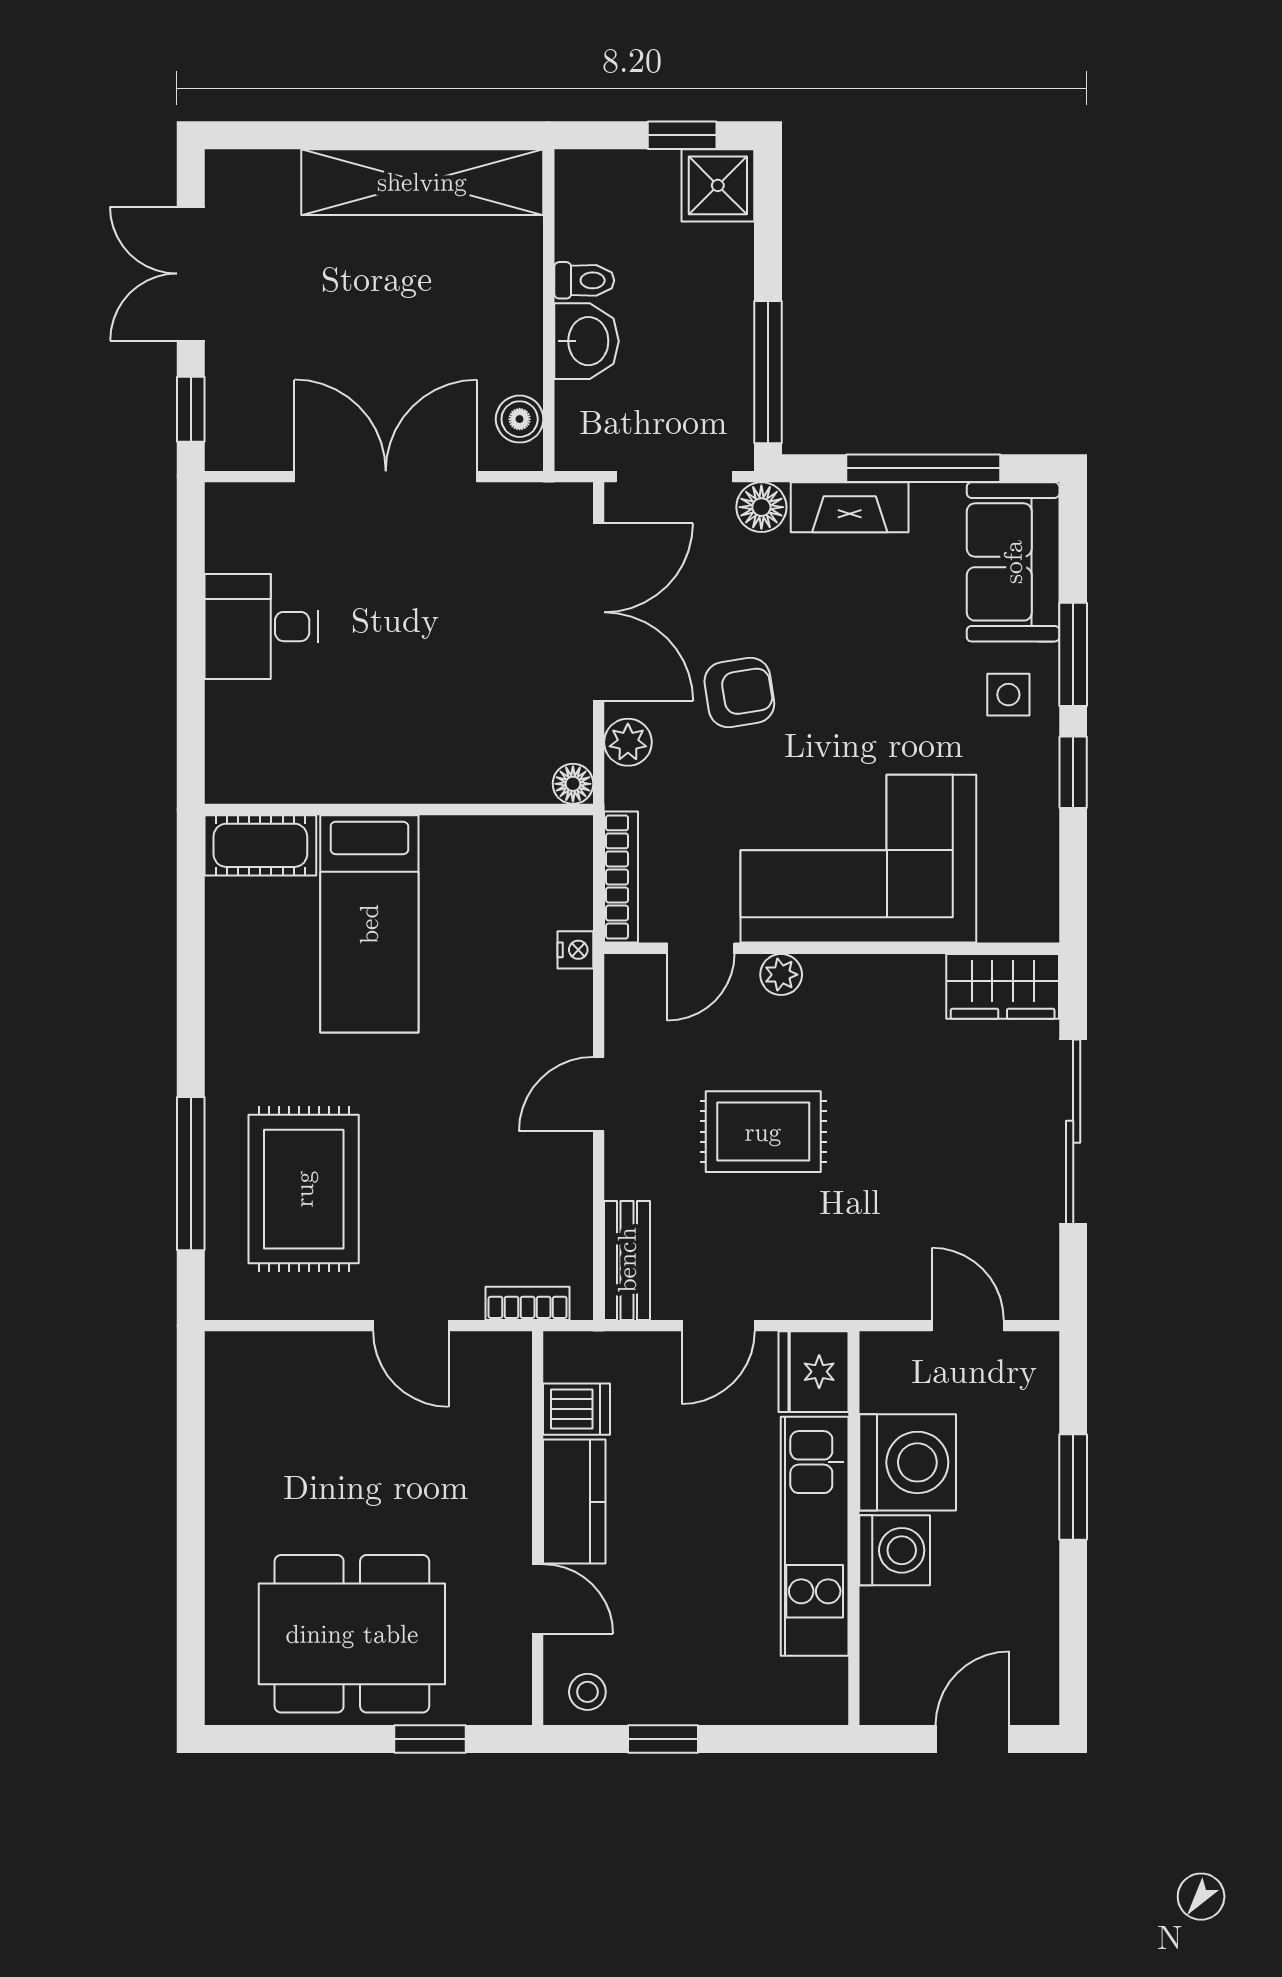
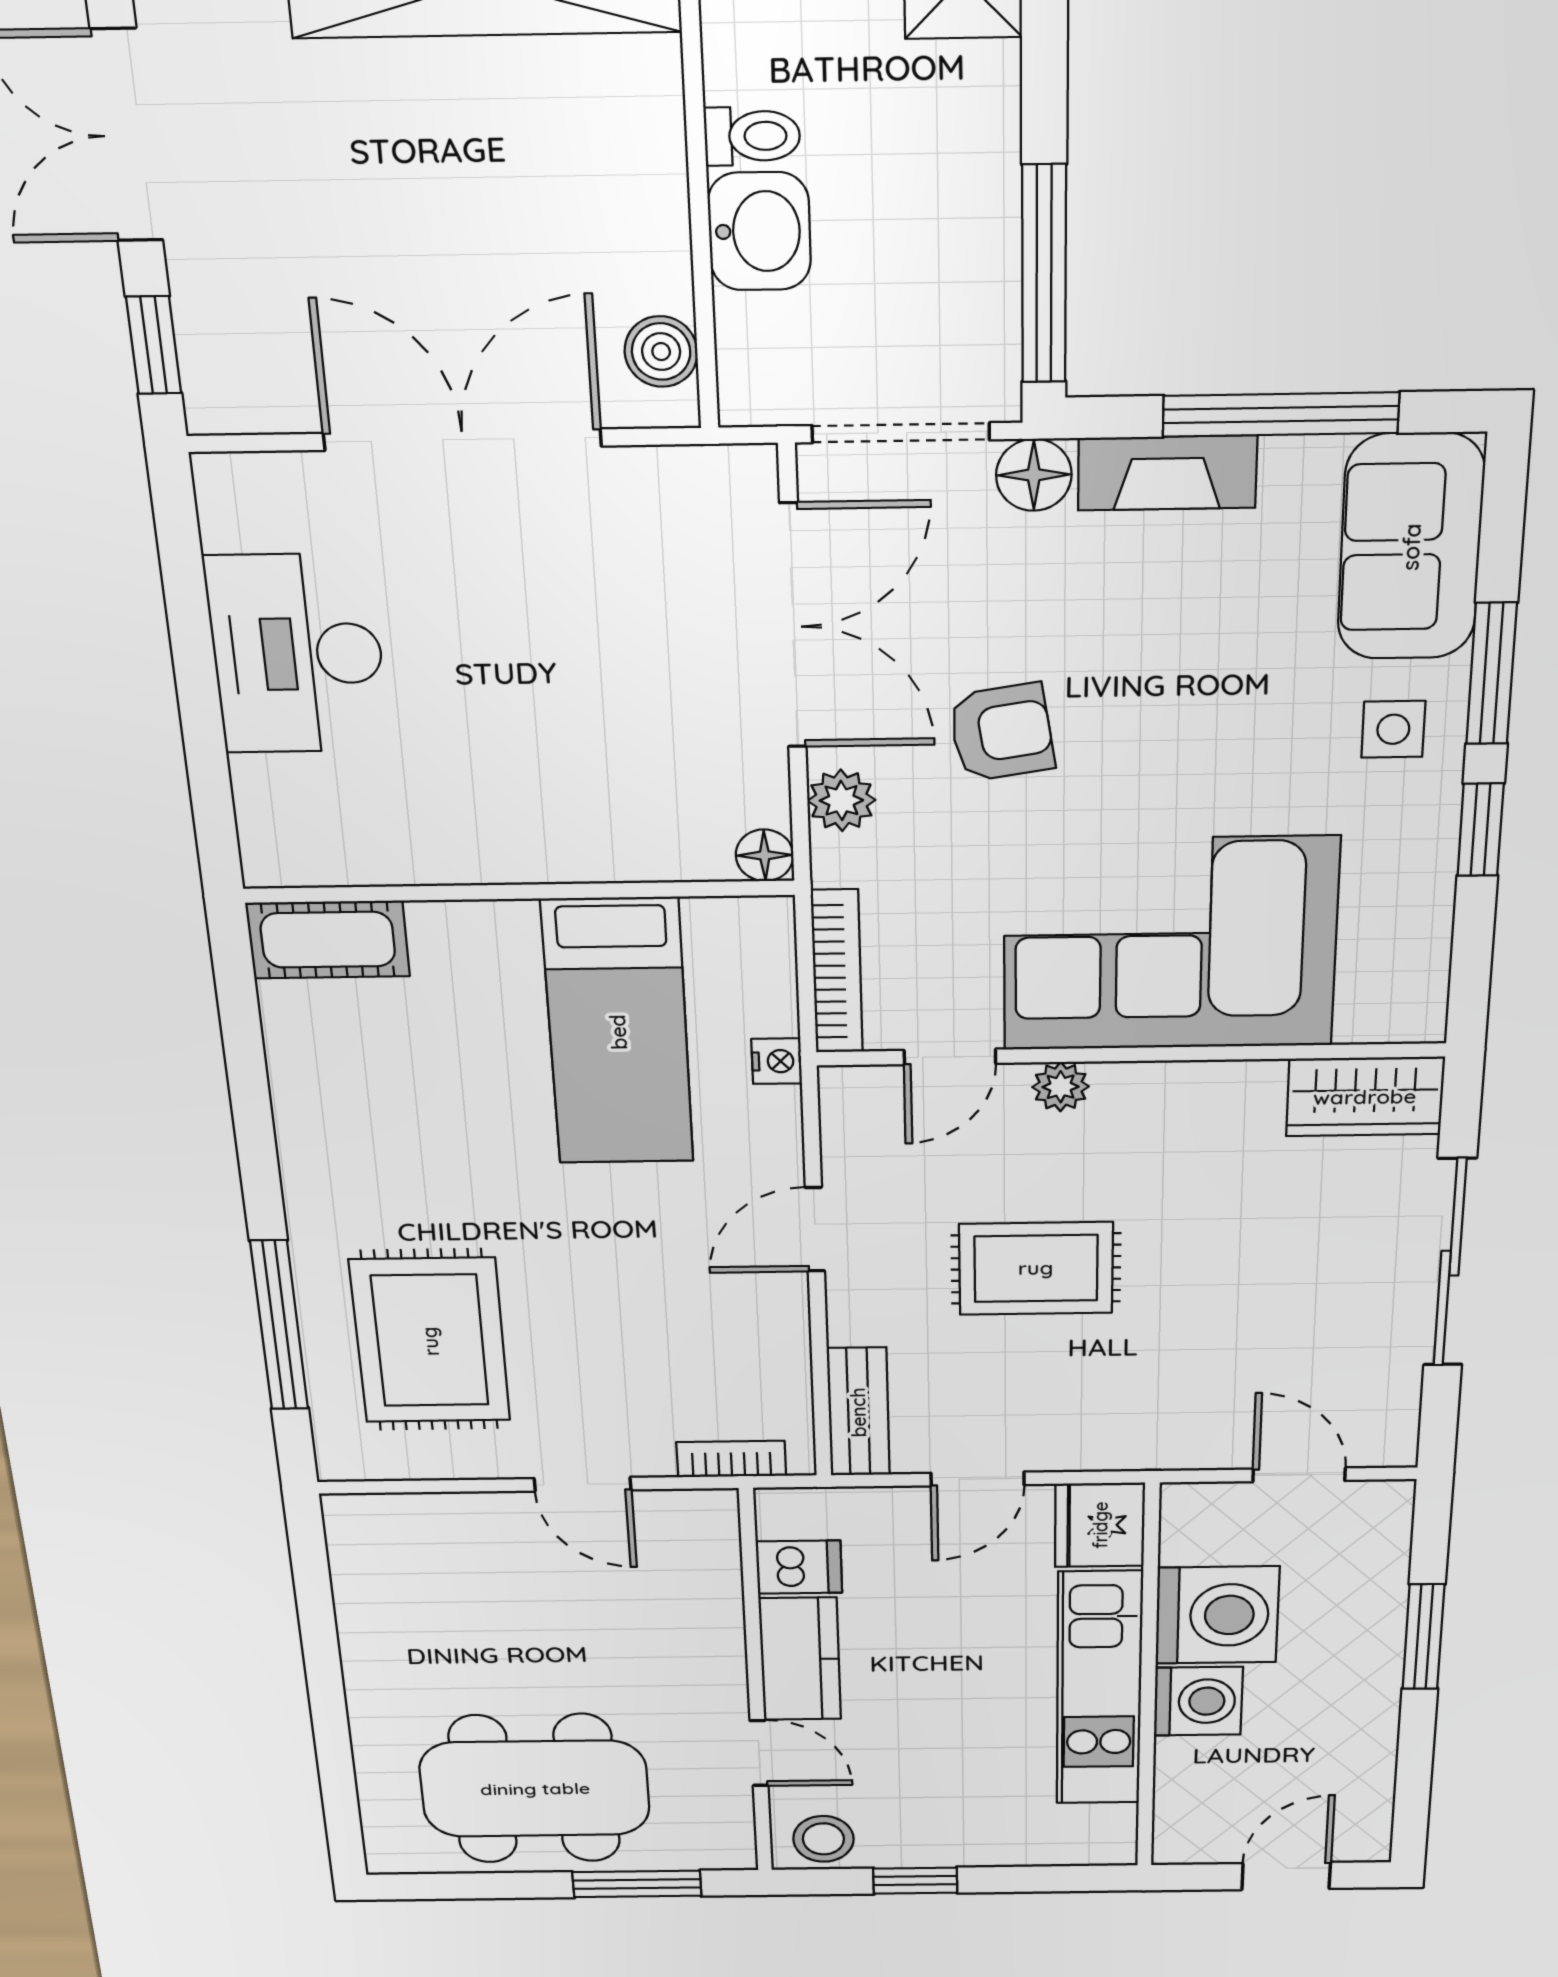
desk: (261, 627) -> (297, 654), width x1.37
bed: (369, 924) -> (618, 1032), moved
stool: (587, 1692) -> (823, 1839), width x1.37, depth x1.37
window: (430, 1739) -> (637, 1884), width x1.50

